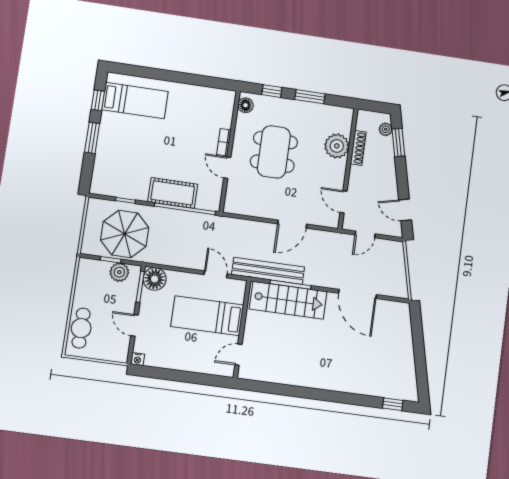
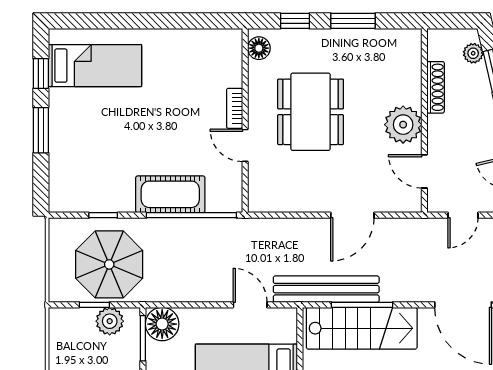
plant: (337, 146) -> (403, 125), moved

